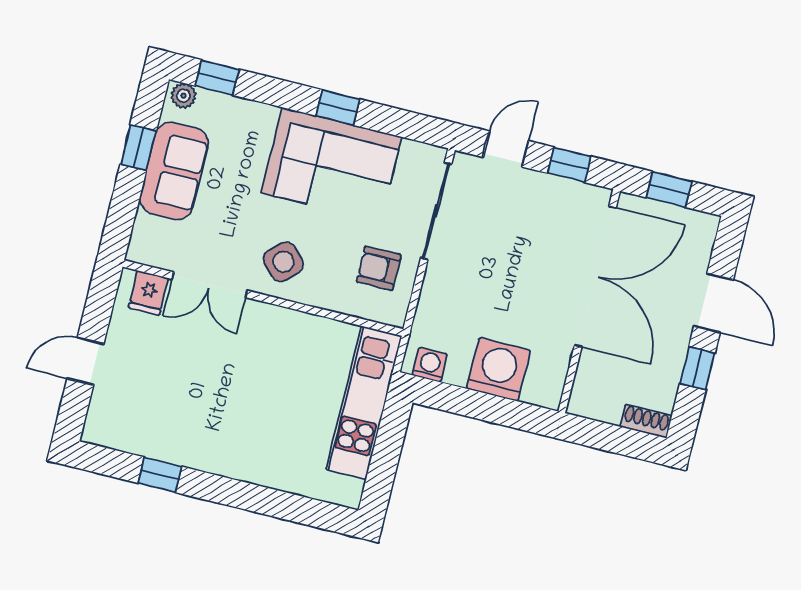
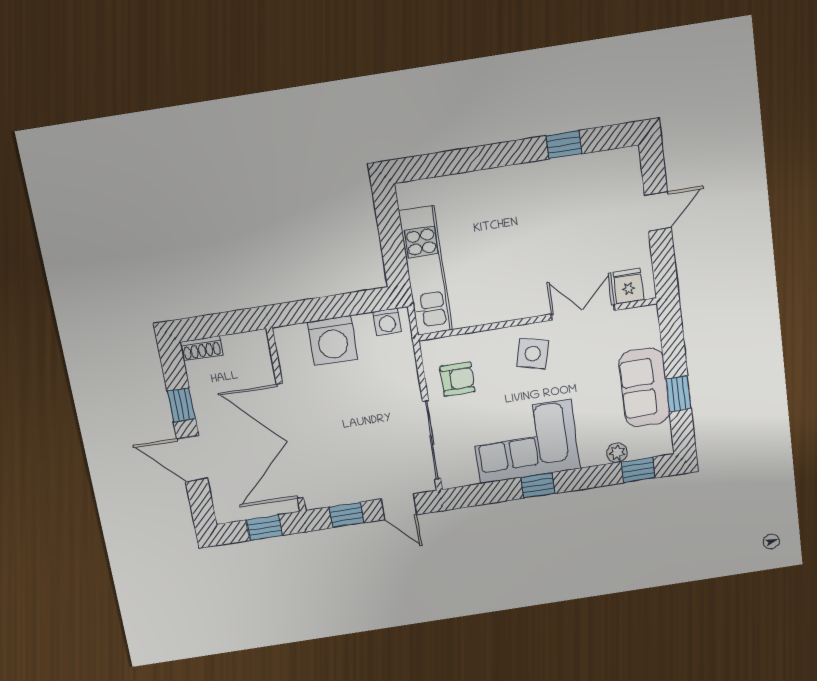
plant: (183, 96) -> (617, 453), moved
door: (506, 149) -> (399, 507), hinge flipped
side table: (283, 262) -> (533, 354), turned -33

